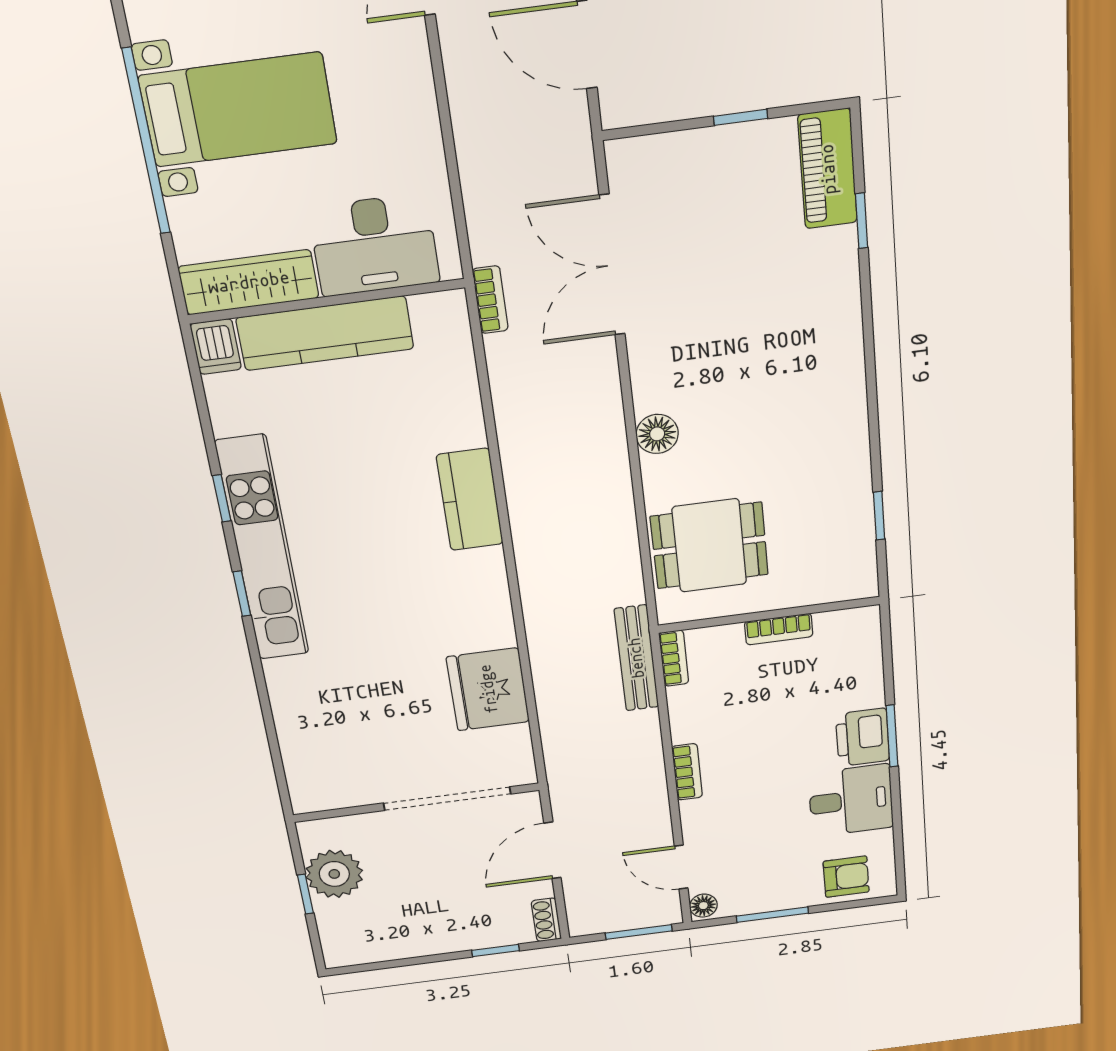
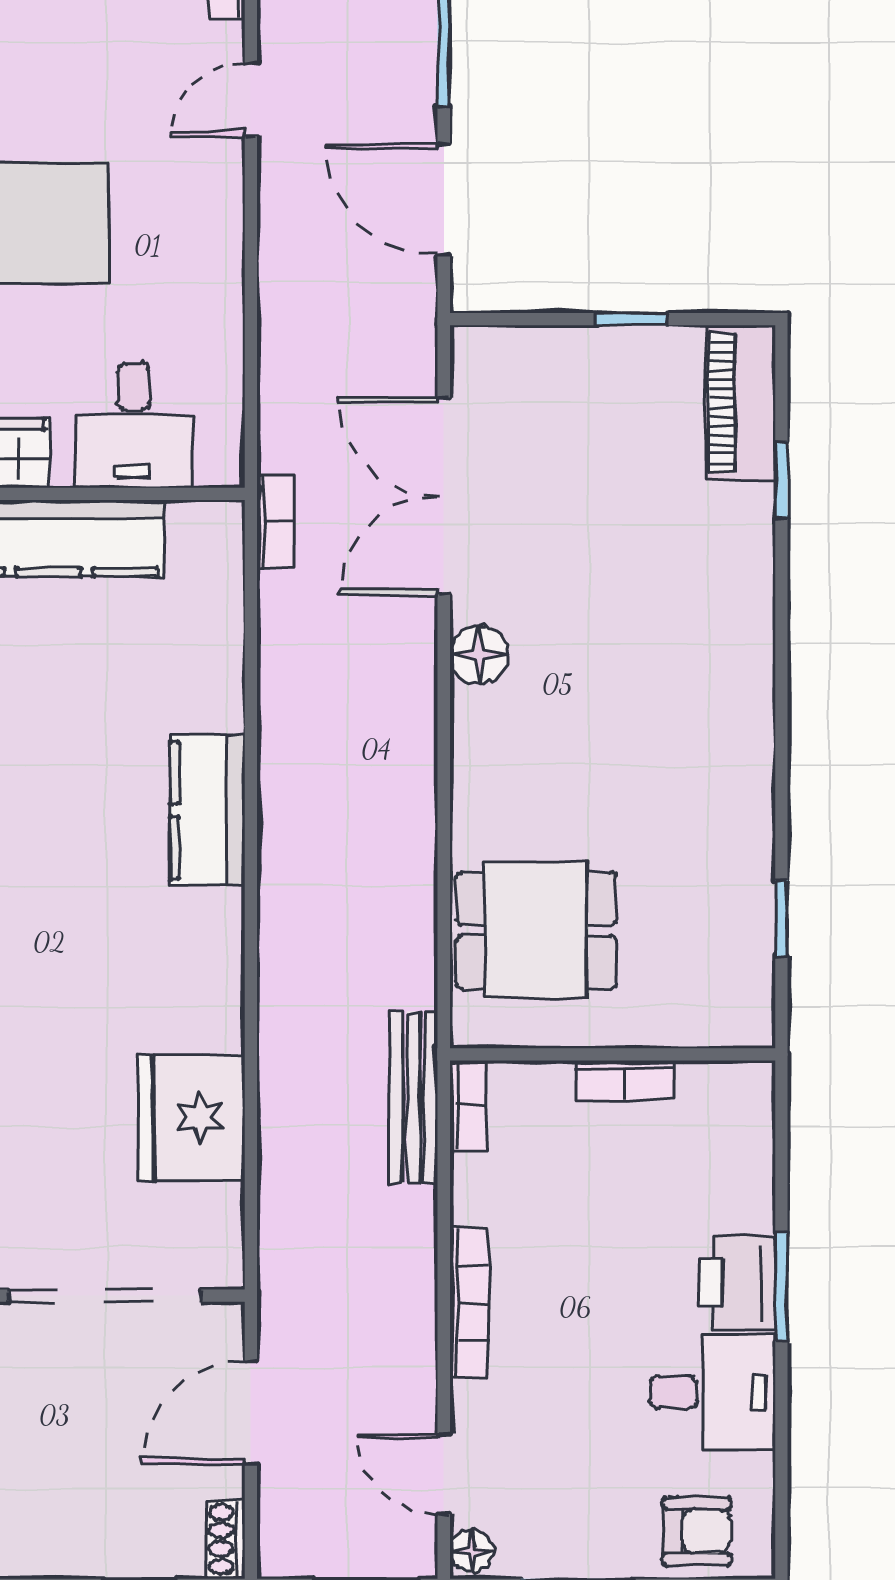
desk: (374, 245) -> (134, 425), width x0.73
floor lamp: (657, 434) -> (479, 655), moved
bookcase: (687, 772) -> (469, 1303), width x1.56

